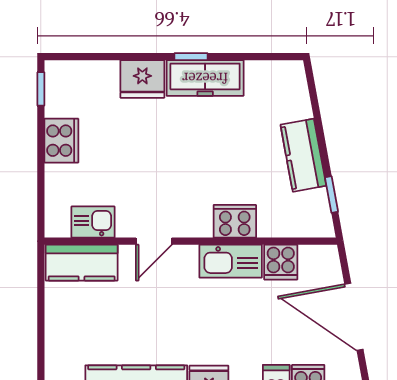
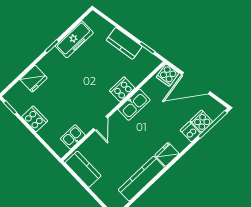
freezer: (205, 78) -> (74, 39), moved
fridge: (142, 79) -> (34, 79), moved
cooker: (281, 262) -> (168, 75), moved, turned 80
kitchen counter: (82, 263) -> (83, 169), moved, turned -90

